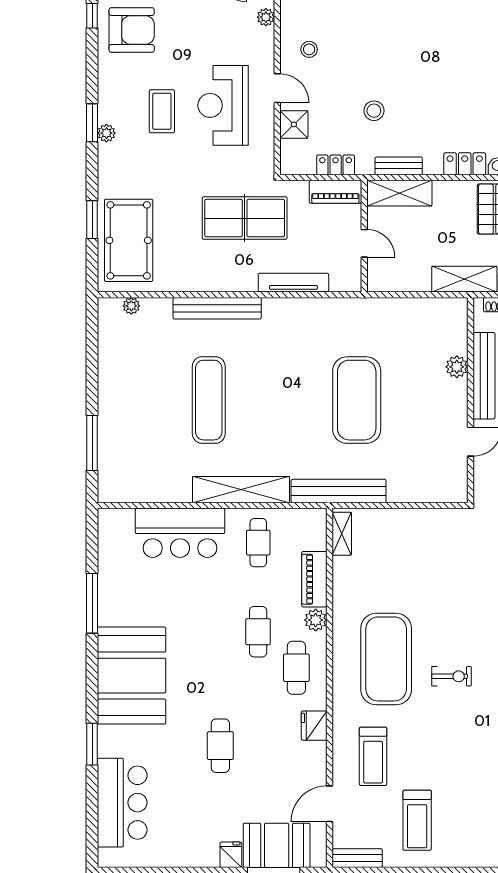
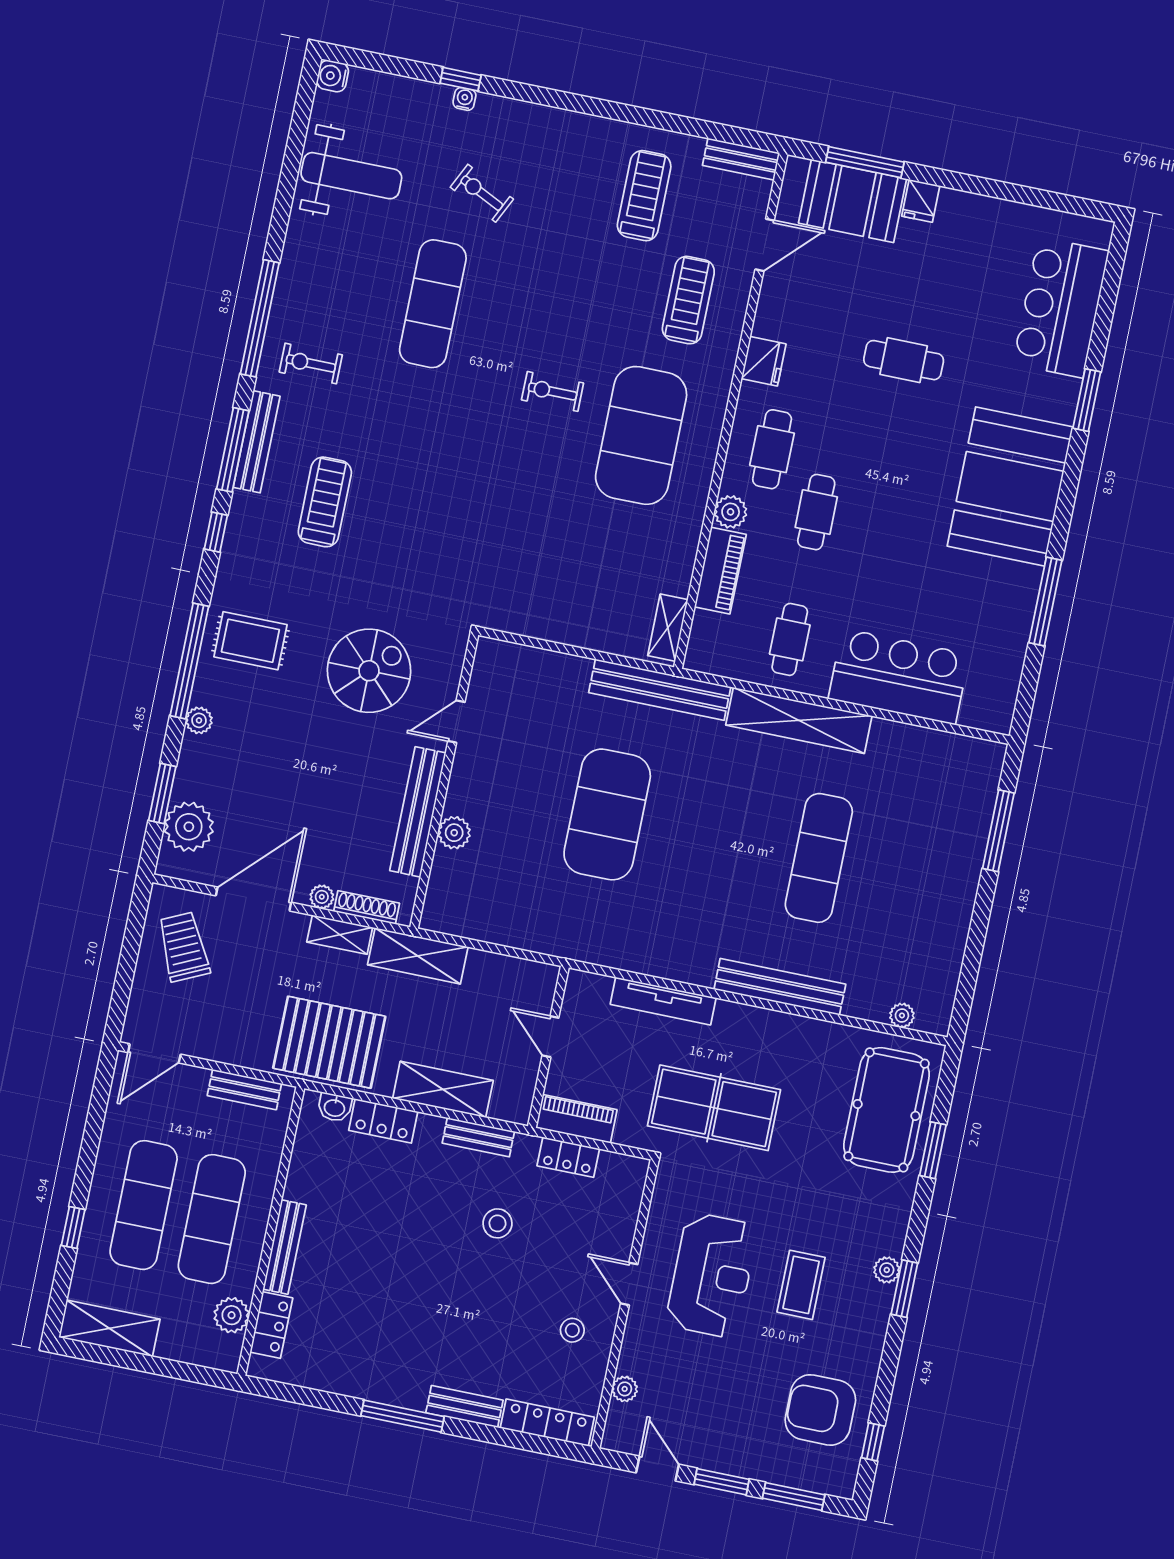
shower: (294, 124) -> (616, 1227), removed
shelving: (399, 193) -> (443, 1089), moved
cafe table: (220, 746) -> (904, 360), turned 90

